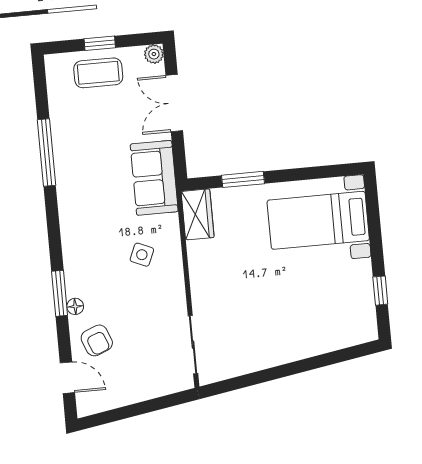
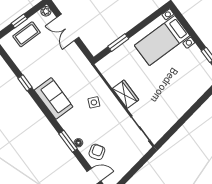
window: (47, 152) -> (25, 83), width x0.46
sofa: (154, 178) -> (54, 98), moved, turned 180
wardrobe: (198, 214) -> (126, 94), moved
armchair: (97, 340) -> (97, 152), turned -101

